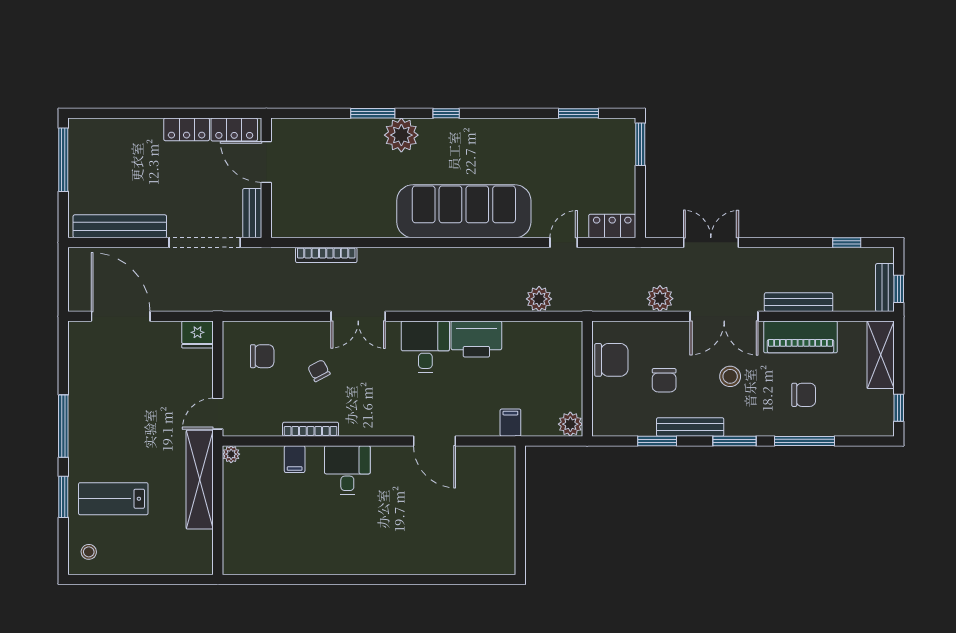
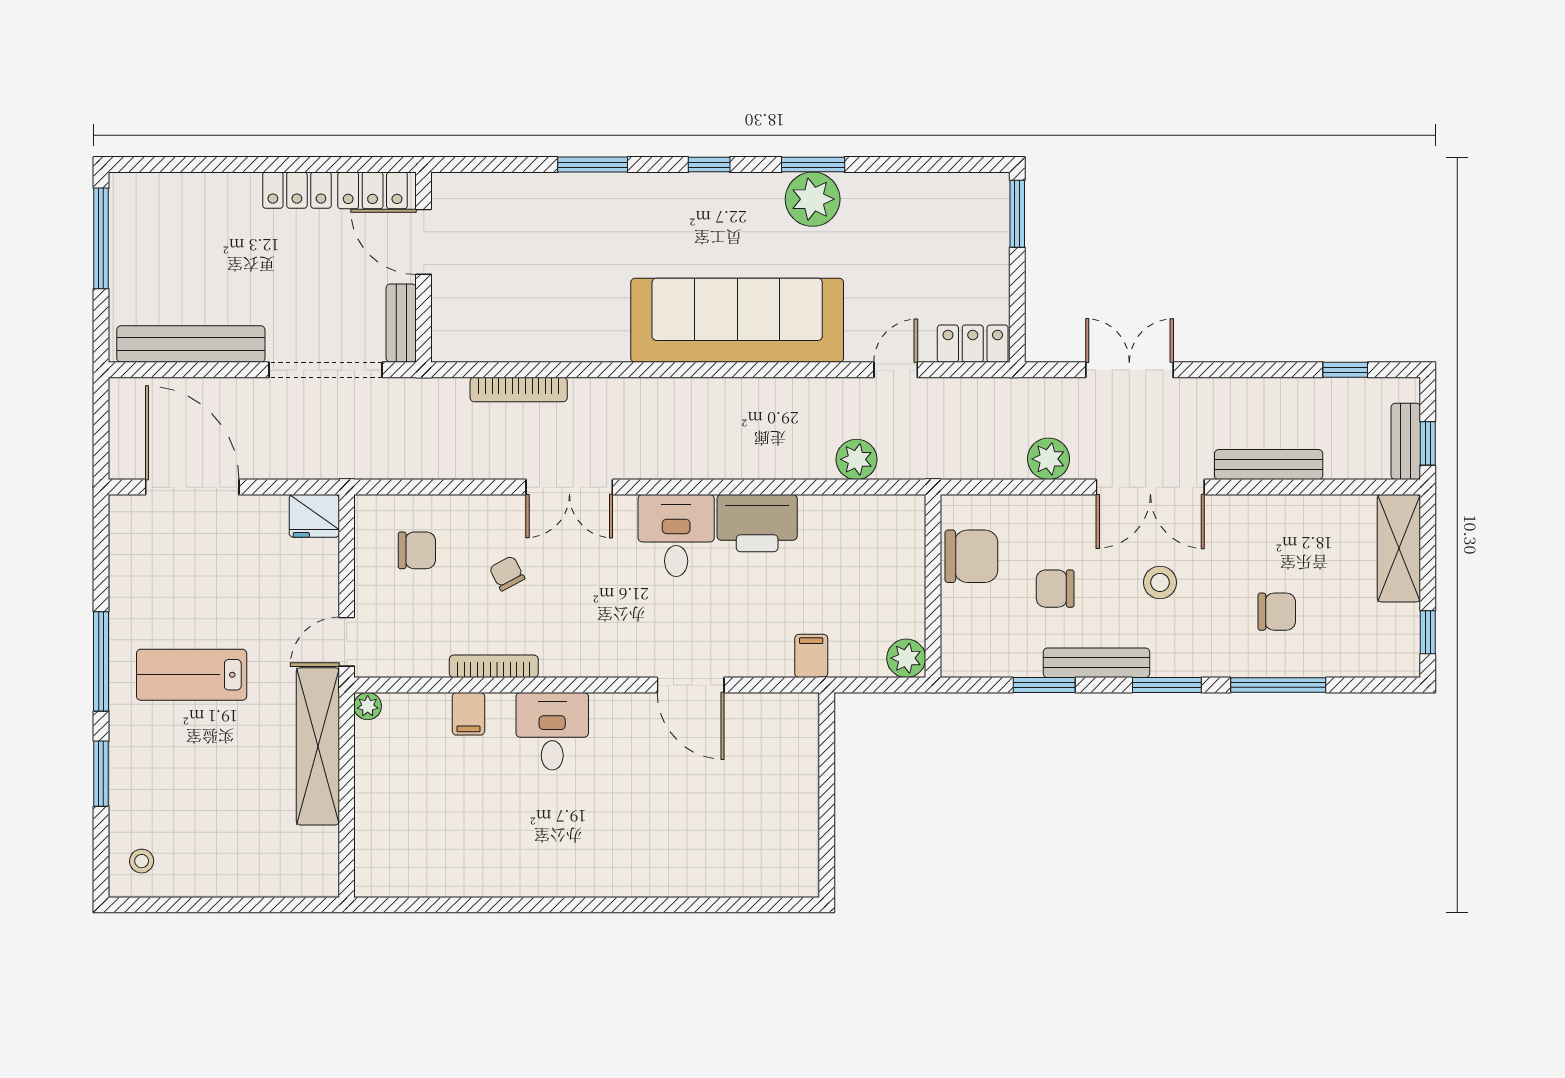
window: (578, 113) -> (813, 165), moved
plant: (401, 135) -> (813, 199), moved
piano: (801, 337) -> (1272, 520), removed
chair: (664, 380) -> (1055, 589), turned 90
lab bench: (113, 499) -> (192, 675), moved

